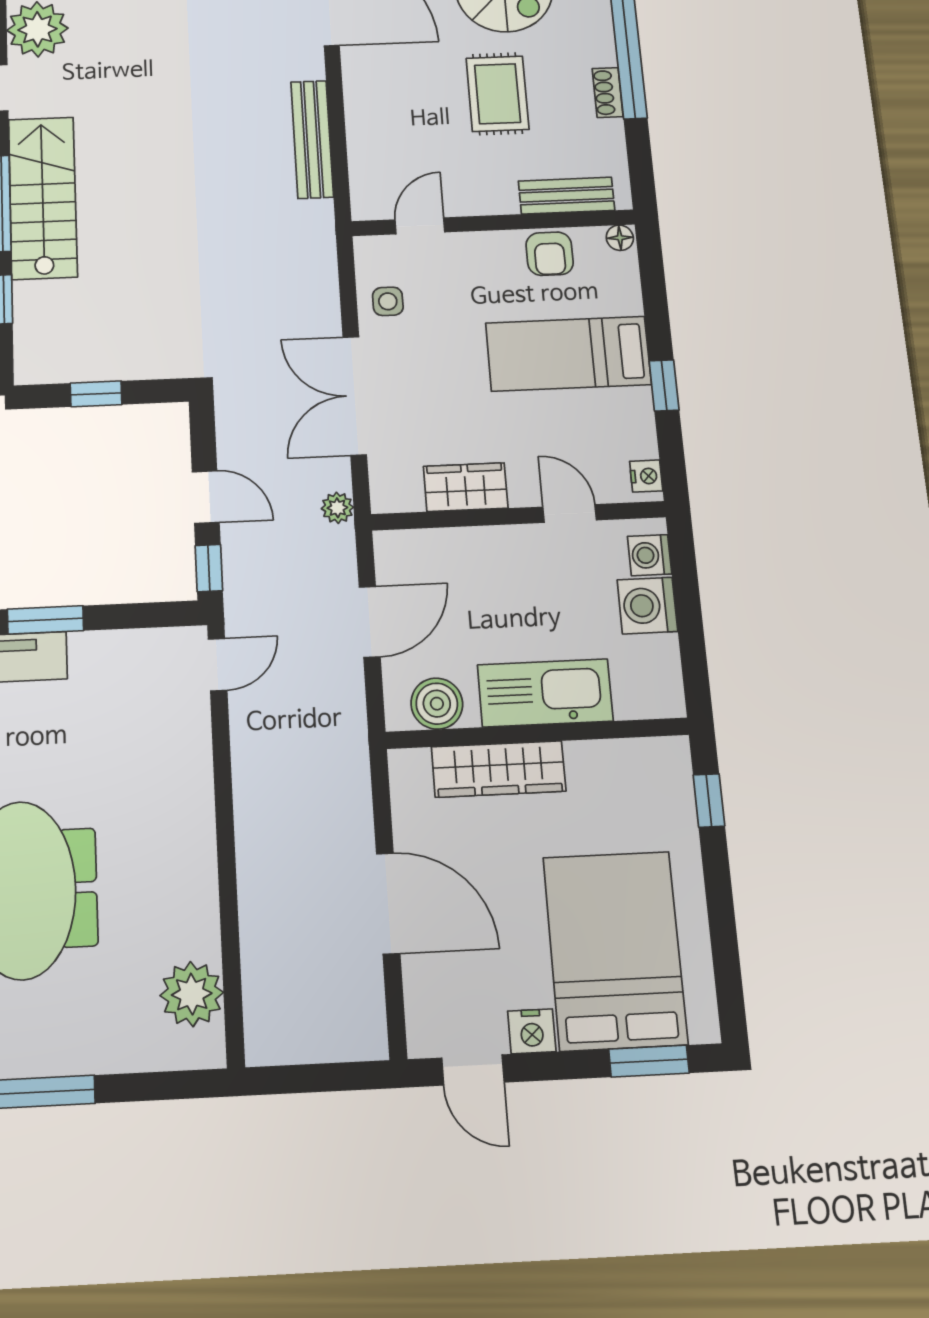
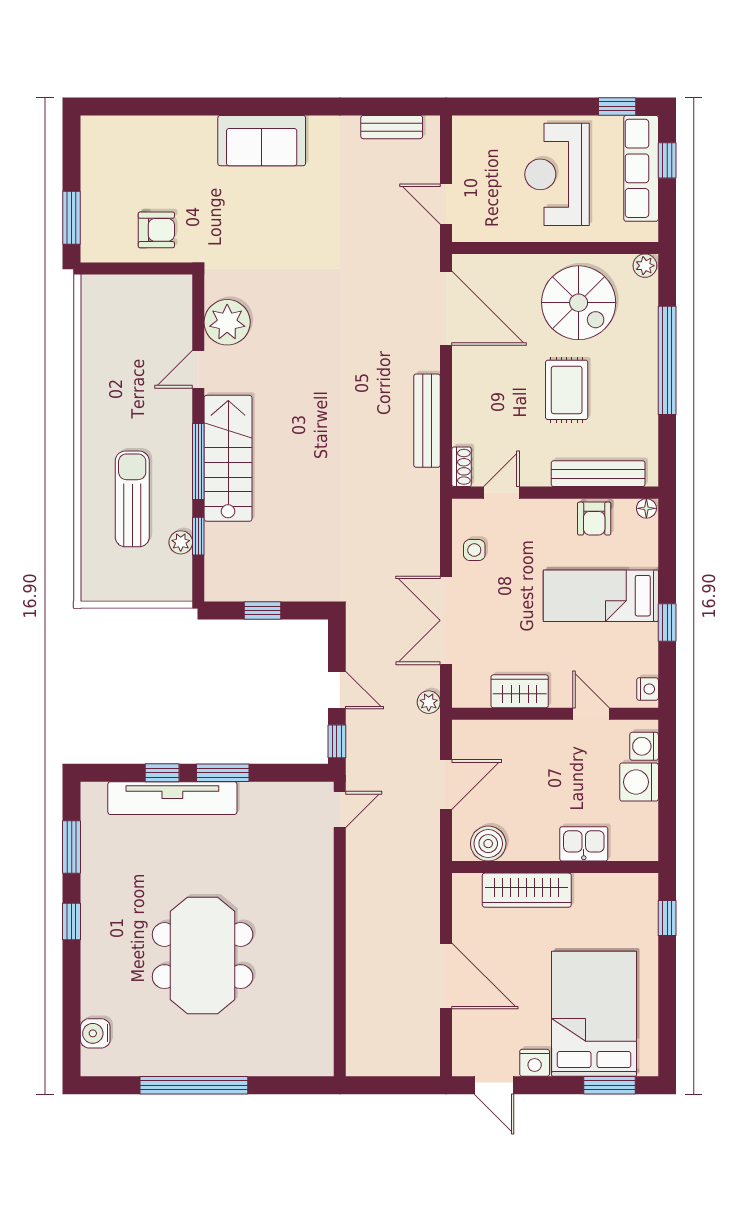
shoe rack: (608, 92) -> (462, 467), moved, turned 180
bench: (567, 196) -> (598, 474), width x1.36
kitchen sink: (545, 693) -> (584, 844), width x0.53, depth x0.81
plant: (192, 994) -> (313, 1028), removed

